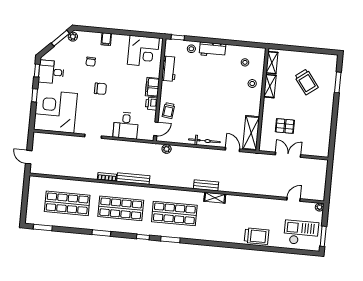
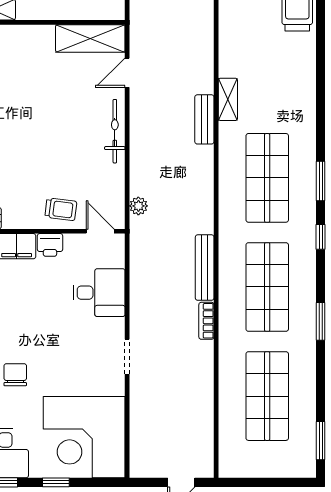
chair: (100, 89) -> (15, 375), moved

